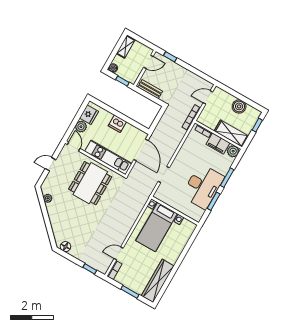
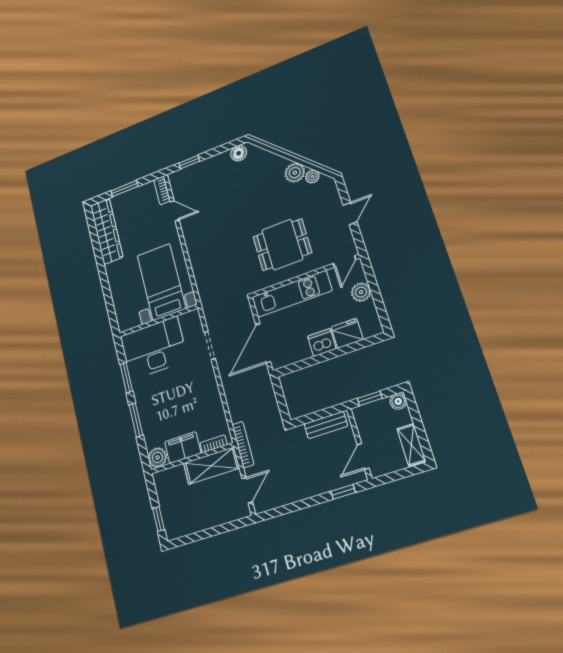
boiler: (239, 106) -> (200, 519), removed
fridge: (89, 115) -> (347, 333), moved, turned 90
shelving: (231, 134) -> (211, 466), moved
door: (74, 147) -> (345, 261), hinge flipped
door: (141, 150) -> (263, 343), hinge flipped
dining table: (90, 183) -> (282, 245), width x0.73
desk: (203, 186) -> (154, 348), moved, turned 90
plant: (53, 209) -> (295, 173), added
door: (119, 253) -> (175, 211), hinge flipped

